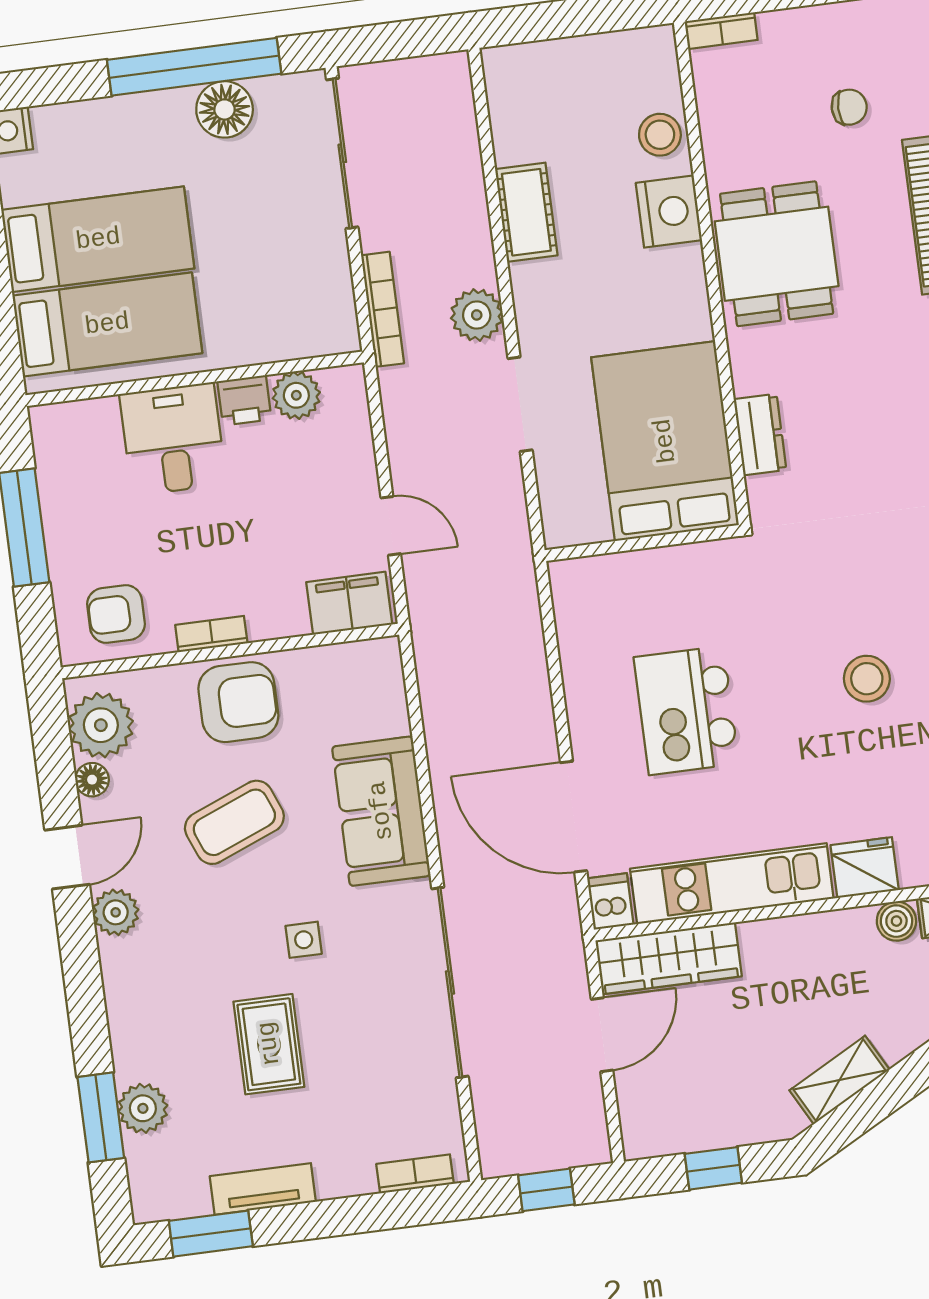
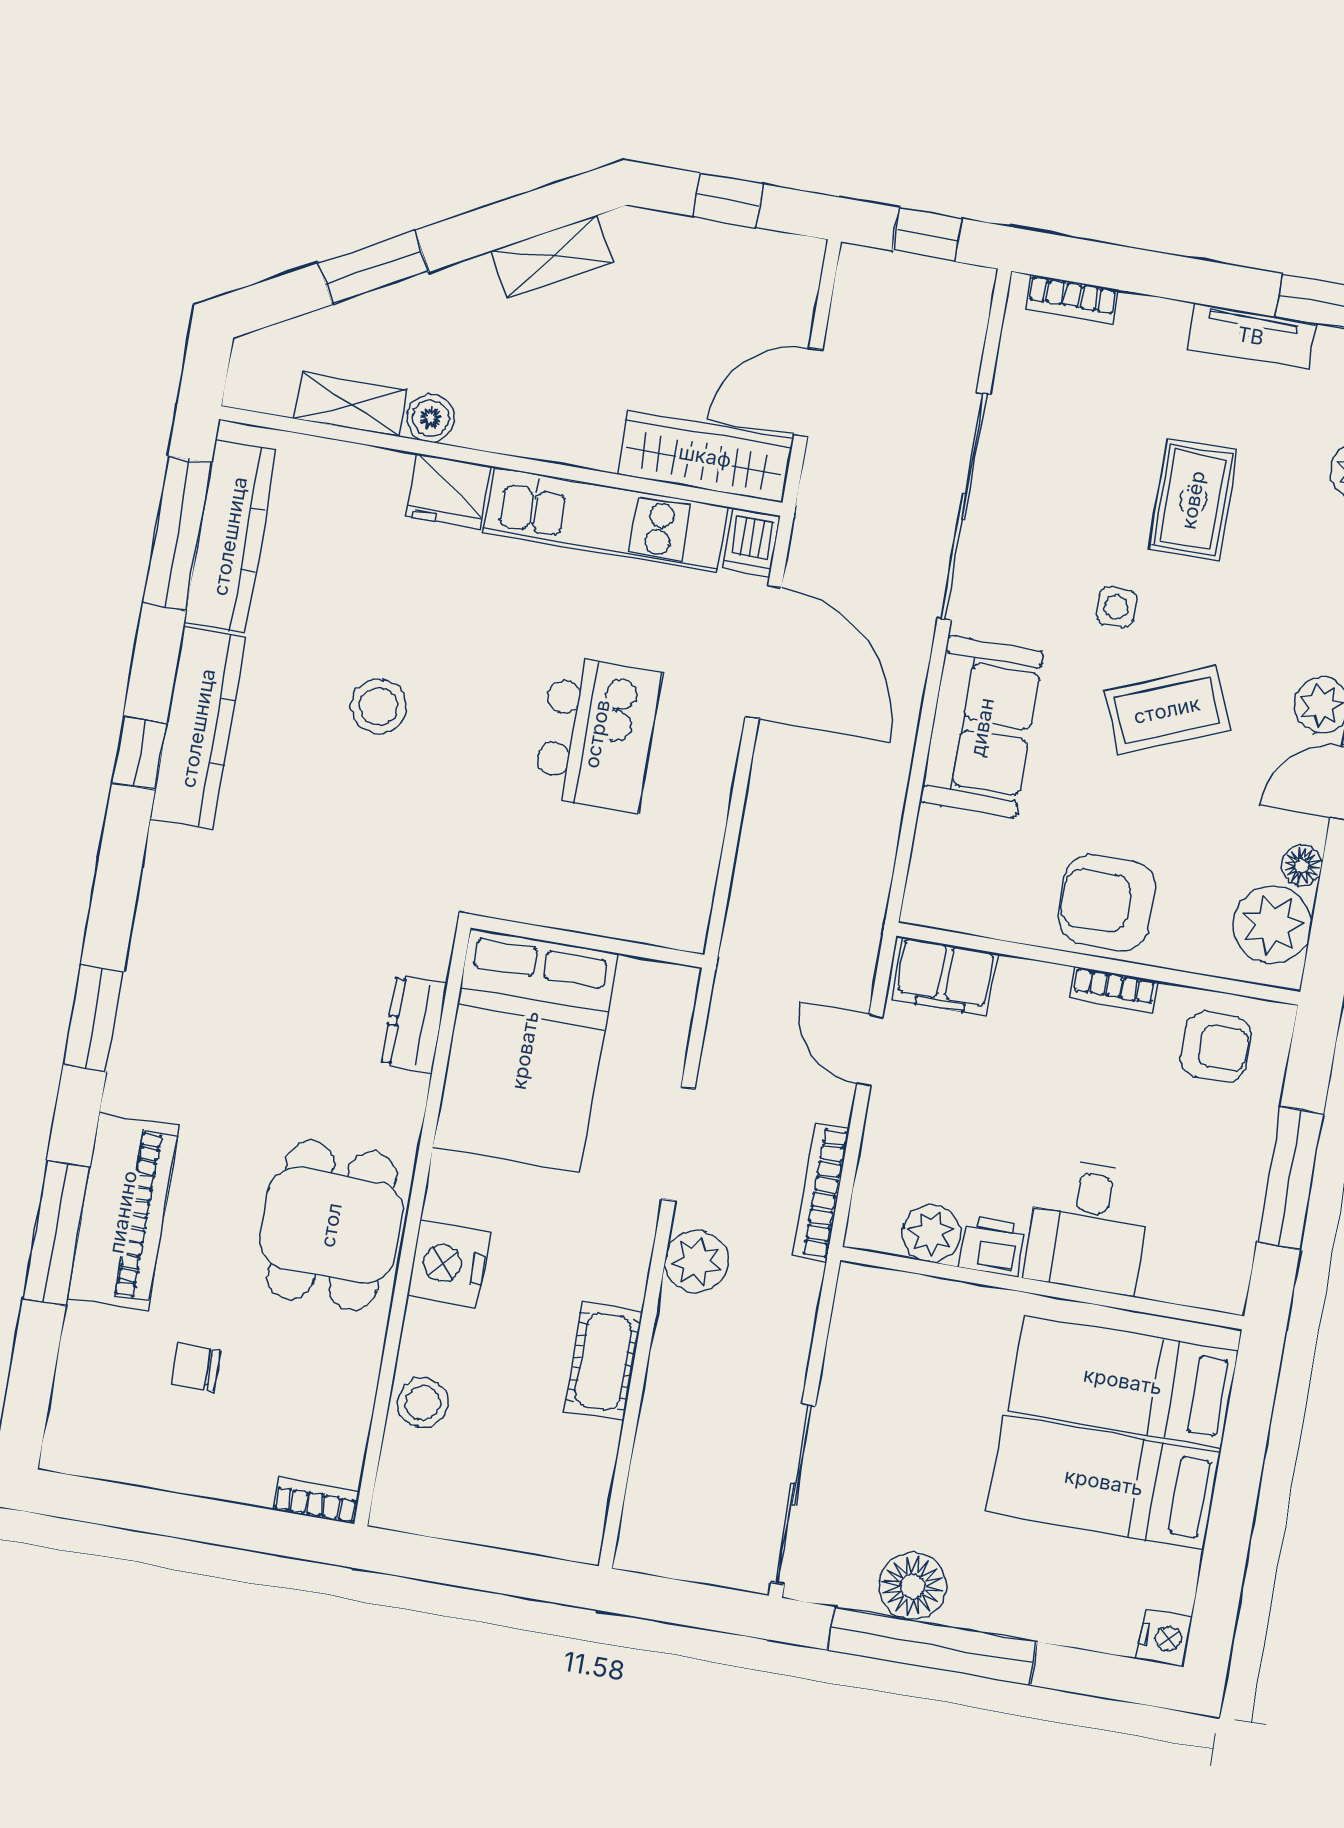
nightstand: (669, 212) -> (448, 1264), moved
bookcase: (383, 309) -> (821, 1192), moved
coffee table: (234, 822) -> (1167, 710), moved

